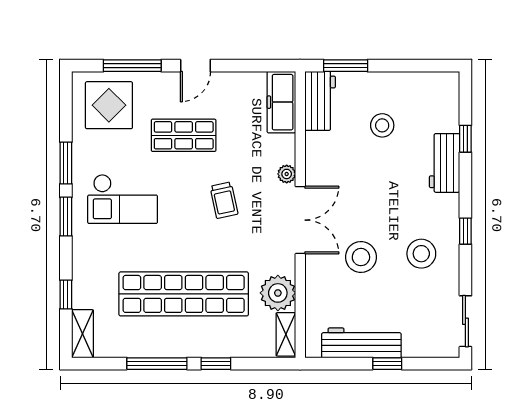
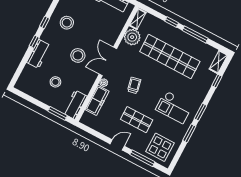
freezer: (281, 102) -> (97, 100), moved
window: (465, 139) -> (34, 42), moved
checkout: (123, 199) -> (174, 107), turned 180
stool: (361, 257) -> (78, 55), moved

